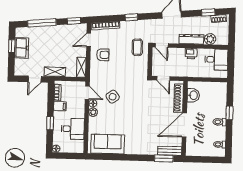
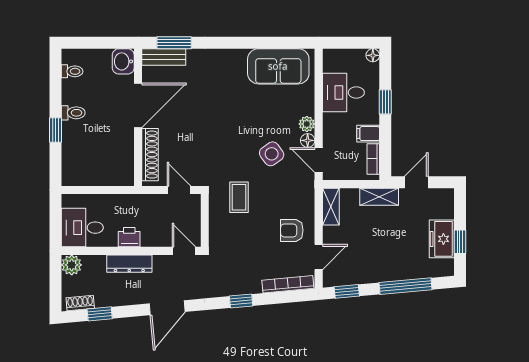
plant: (210, 39) -> (72, 265), moved
coffee table: (137, 47) -> (239, 197), moved
washbasin: (193, 95) -> (123, 61), moved

